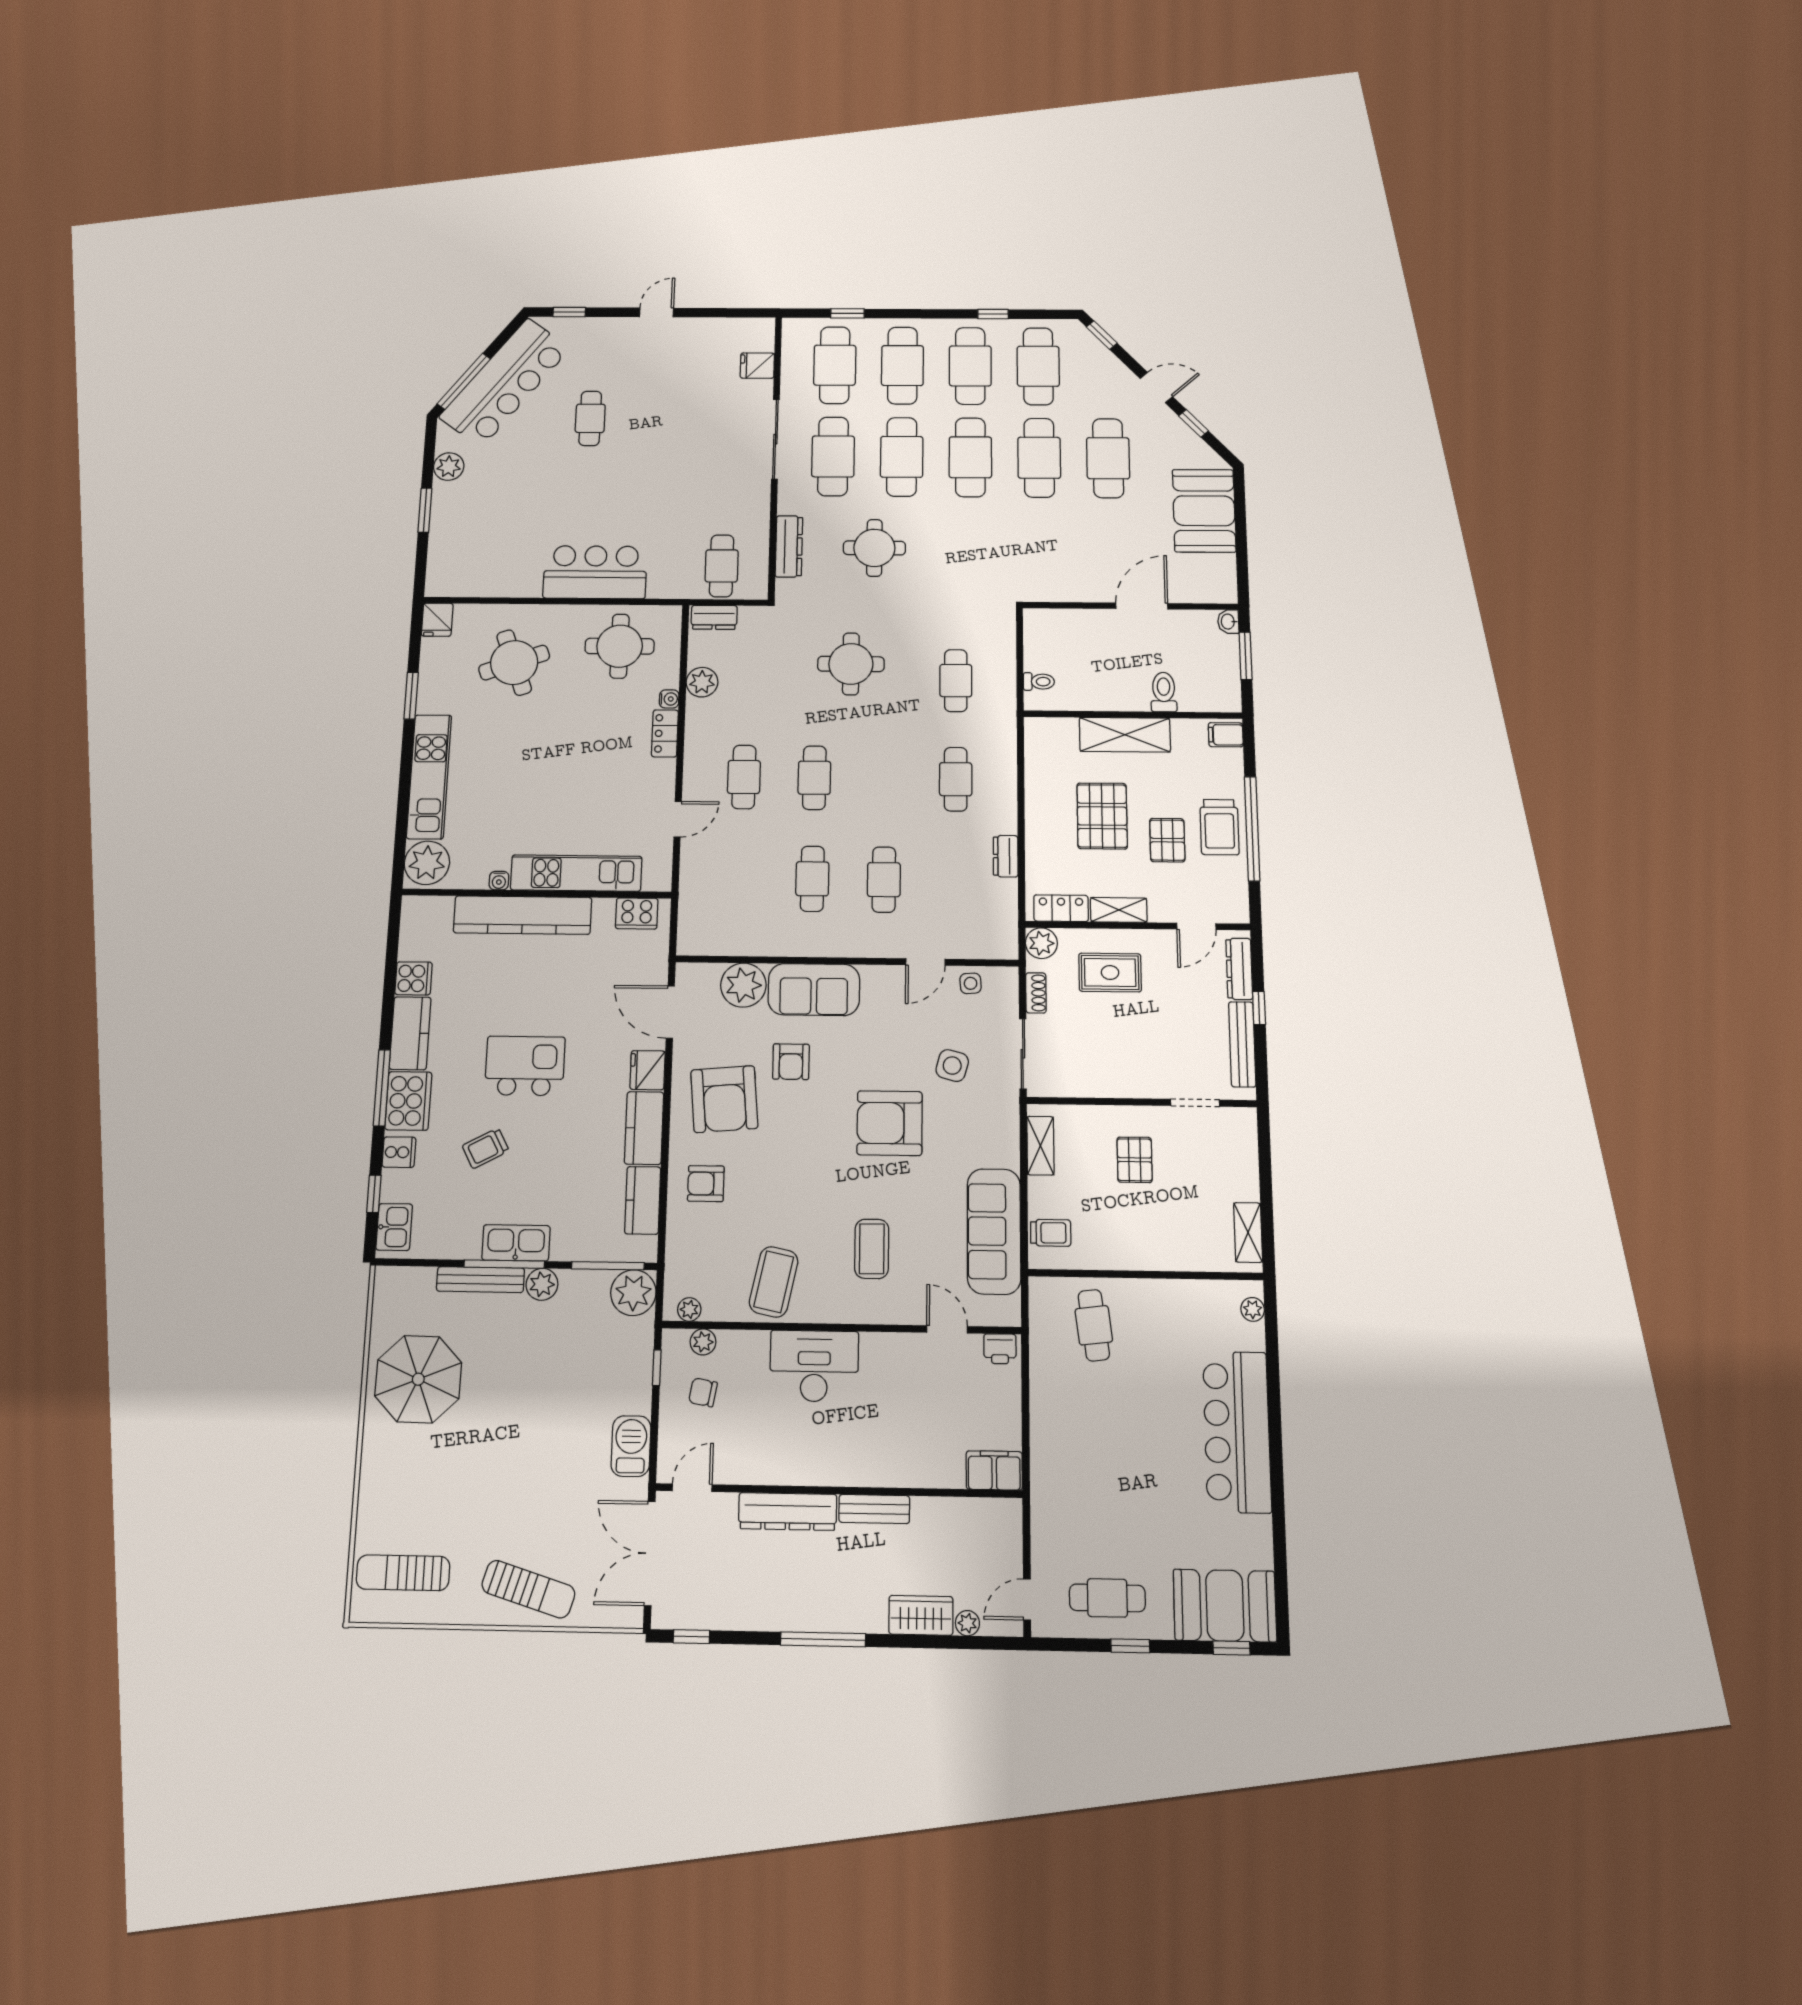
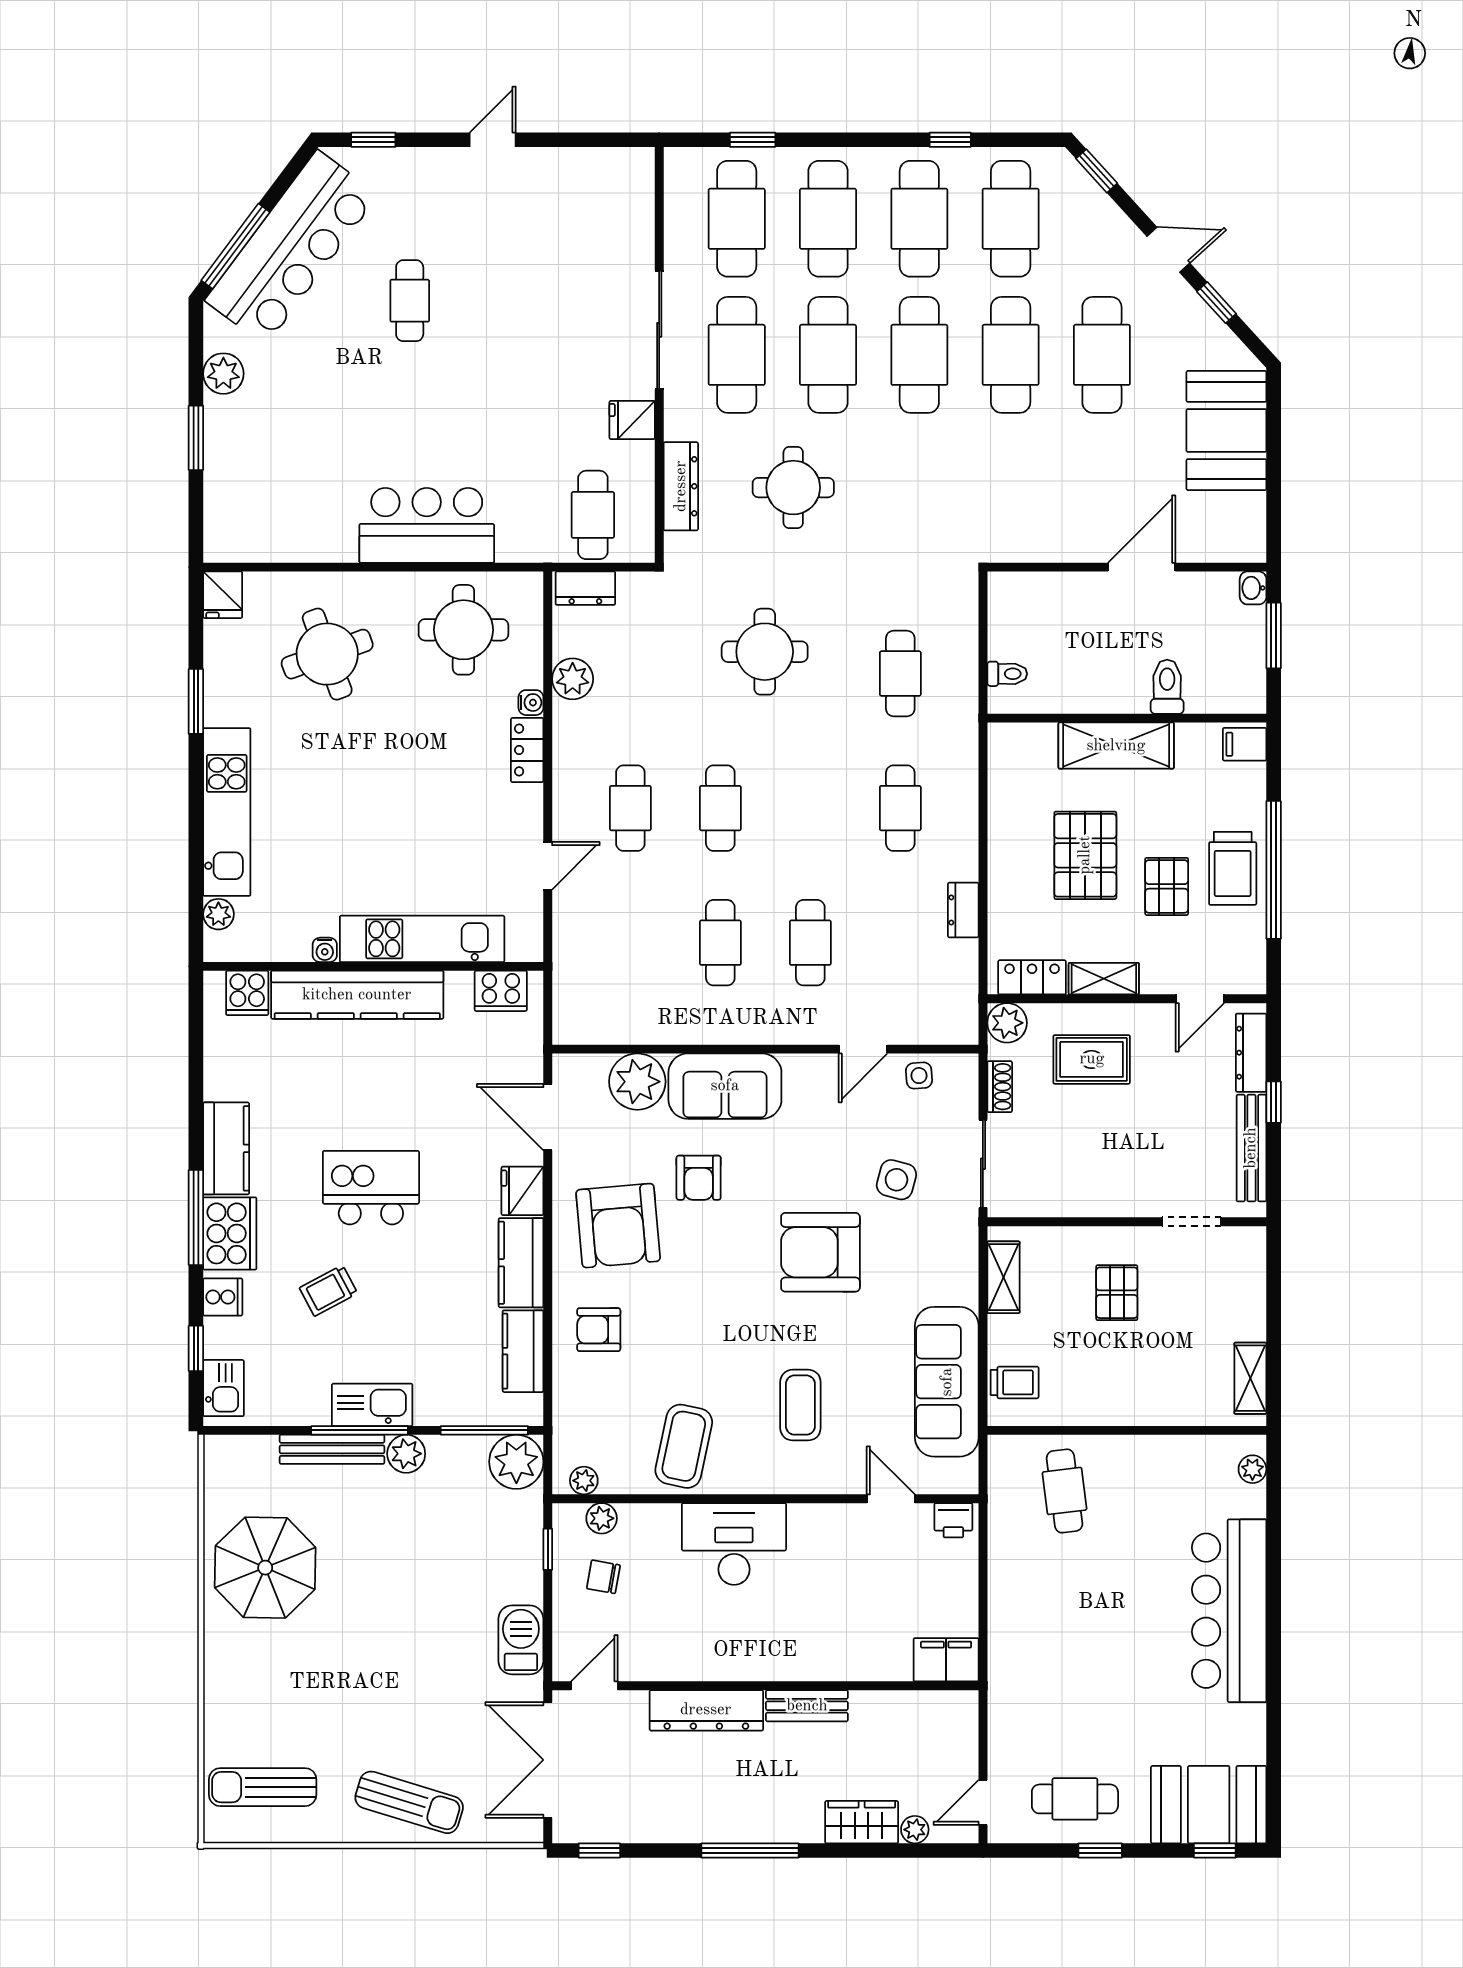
fridge: (757, 366) -> (632, 420), moved
plant: (427, 863) -> (218, 914), width x0.53, depth x0.53
cooker: (414, 978) -> (247, 993), moved, turned 90

